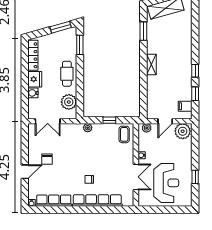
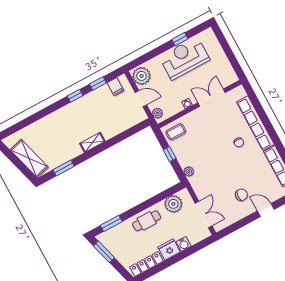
reception desk: (166, 183) -> (184, 58), moved

